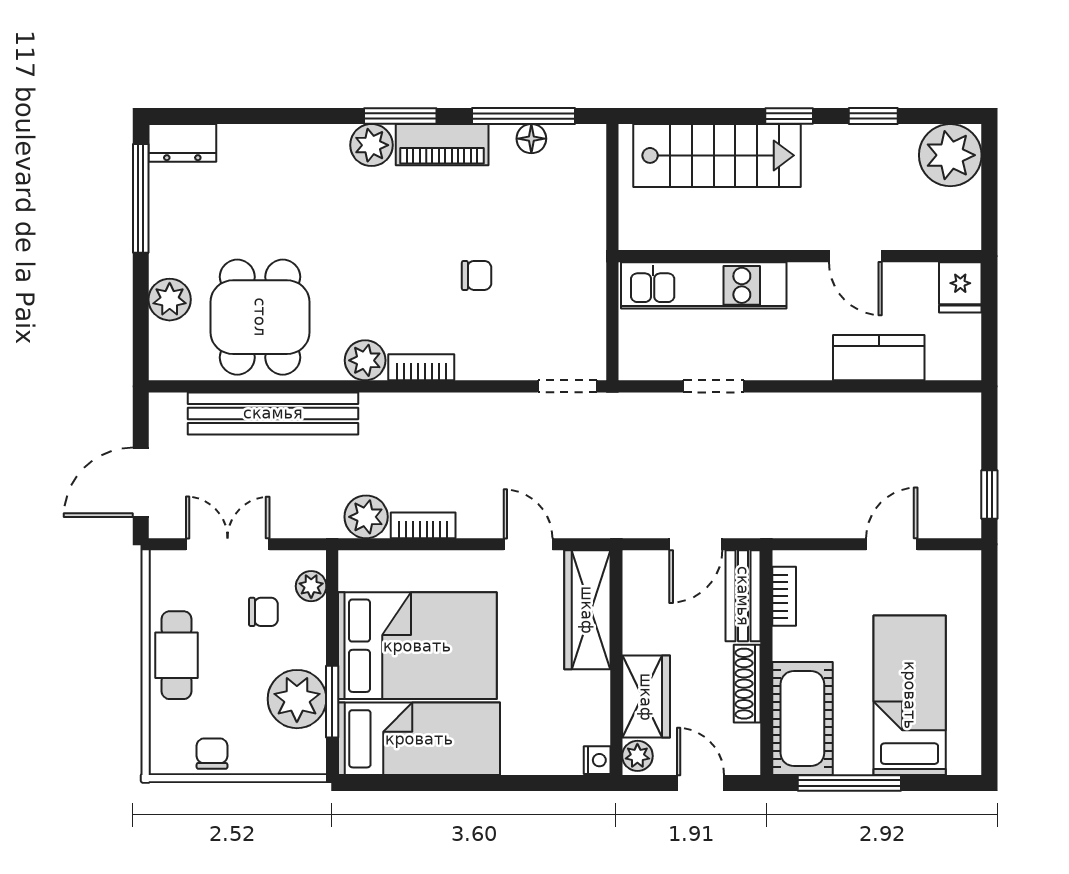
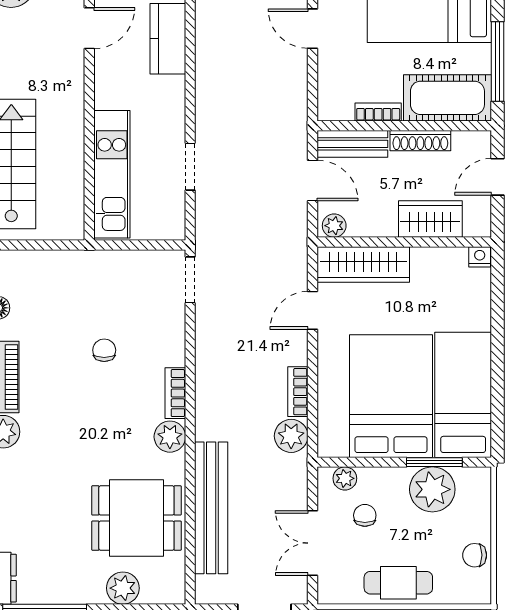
door: (855, 256) -> (89, 28), moved
bookcase: (784, 596) -> (378, 112), moved
plant: (637, 756) -> (334, 226), moved

